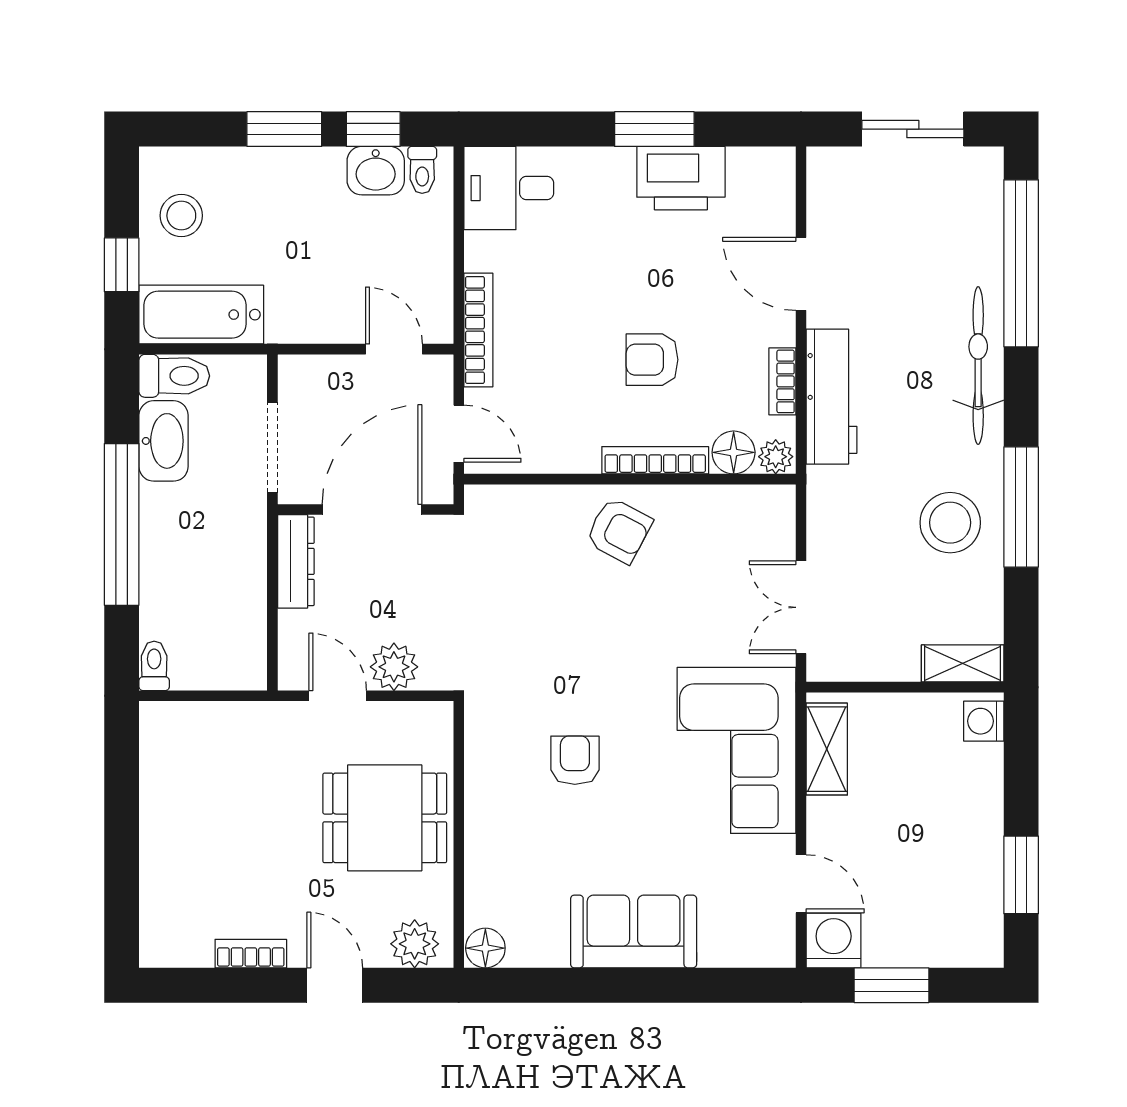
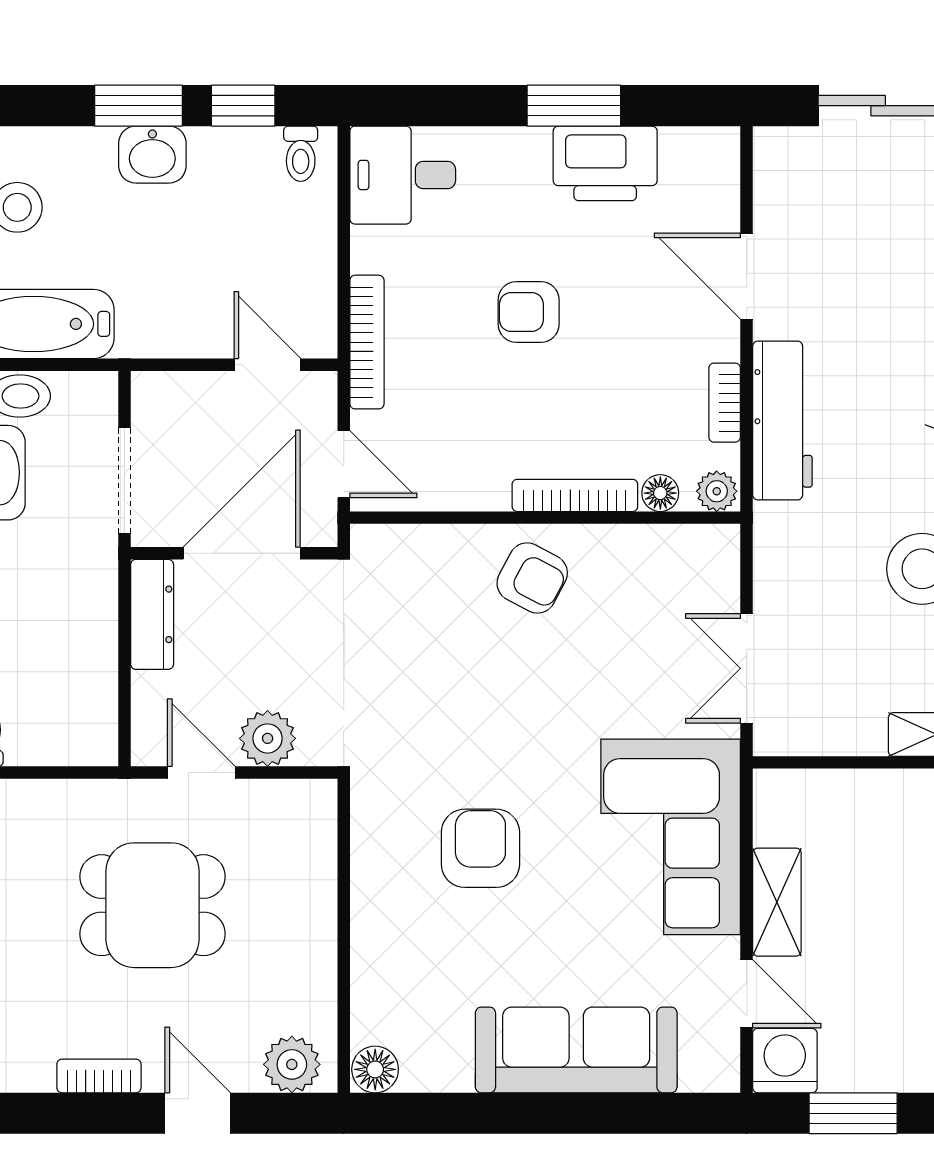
washbasin: (376, 171) -> (152, 155), moved
armchair: (652, 360) -> (529, 312), moved
floor lamp: (734, 452) -> (660, 493), width x0.73, depth x0.73
shelving: (827, 749) -> (777, 902), moved
armchair: (575, 760) -> (480, 848), width x1.38, depth x1.38
dining table: (385, 818) -> (153, 905), moved
sofa: (634, 931) -> (576, 1050), width x1.36

